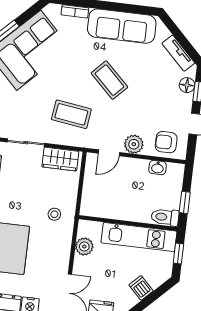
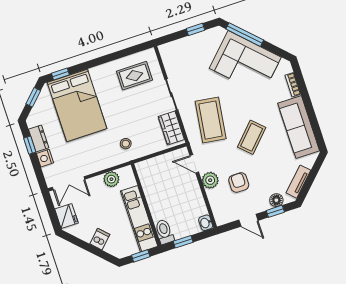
coffee table: (71, 114) -> (211, 120), width x1.36, depth x1.32
armchair: (166, 142) -> (239, 183), moved
washbasin: (158, 168) -> (206, 223), moved

